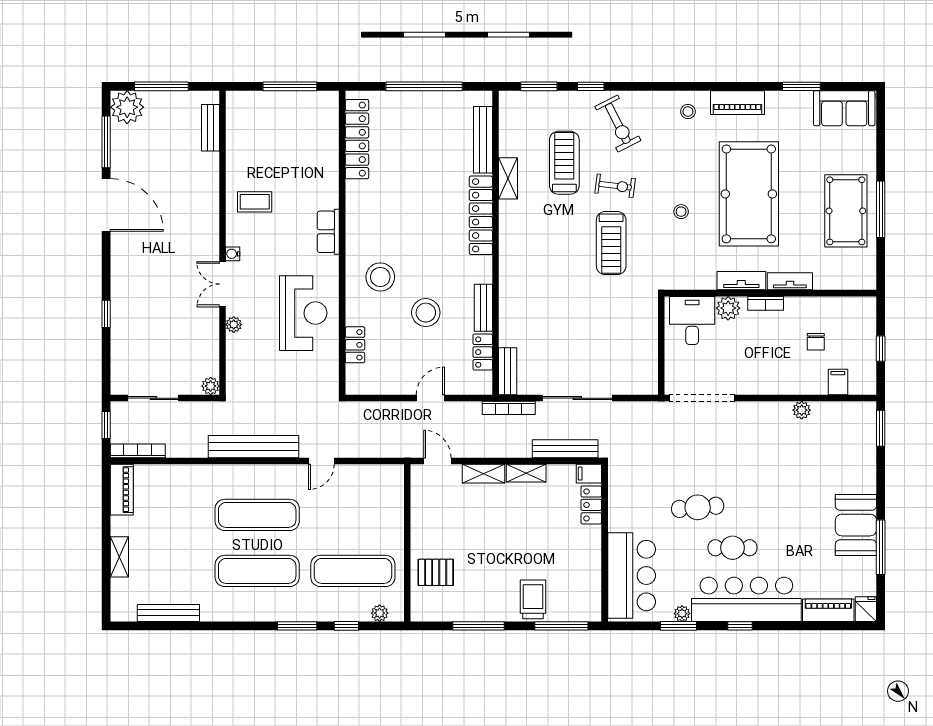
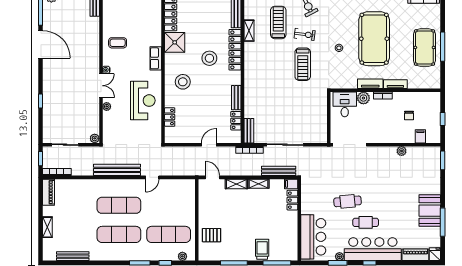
shower: (365, 201) -> (175, 42), added
double door: (223, 284) -> (101, 86), swing flipped
stool: (426, 313) -> (209, 58), moved

